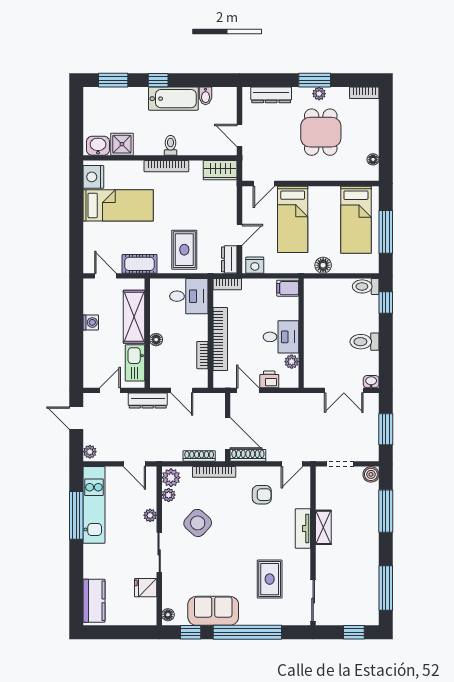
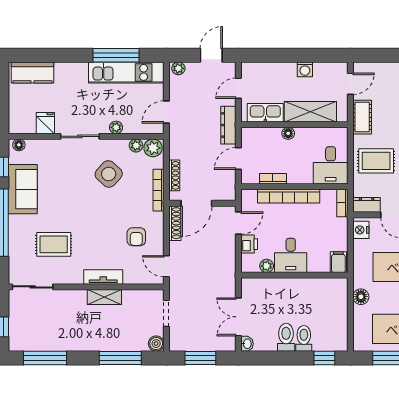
toilet: (366, 286) -> (304, 338), moved
door: (110, 390) -> (238, 88), swing flipped

